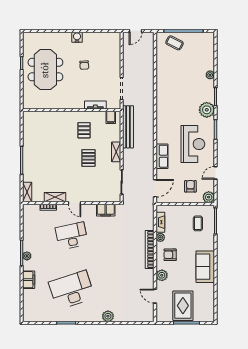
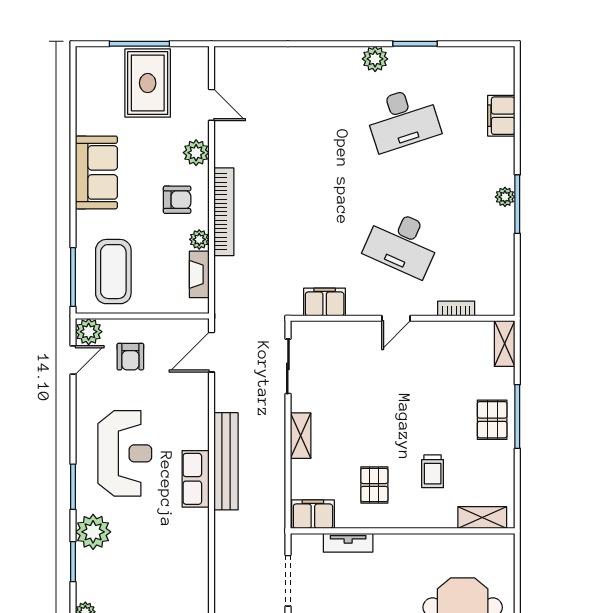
filing cabinet: (111, 117) -> (313, 514), width x2.00
bench: (128, 127) -> (226, 461), moved
trolley: (59, 136) -> (433, 471), added
reception desk: (193, 144) -> (125, 453), turned 180
row of seats: (162, 156) -> (196, 479), moved
pallet: (88, 158) -> (492, 420), moved
door: (215, 173) -> (73, 360), moved
shelving: (55, 197) -> (482, 518), moved
door: (75, 203) -> (396, 318), swing flipped
coffee table: (198, 223) -> (113, 272), width x1.86, depth x1.72
desk: (72, 236) -> (403, 243), turned 36
filing cabinet: (29, 280) -> (501, 116), moved
desk: (72, 290) -> (403, 119), width x0.73, depth x0.77
plant: (108, 316) -> (375, 59), moved

